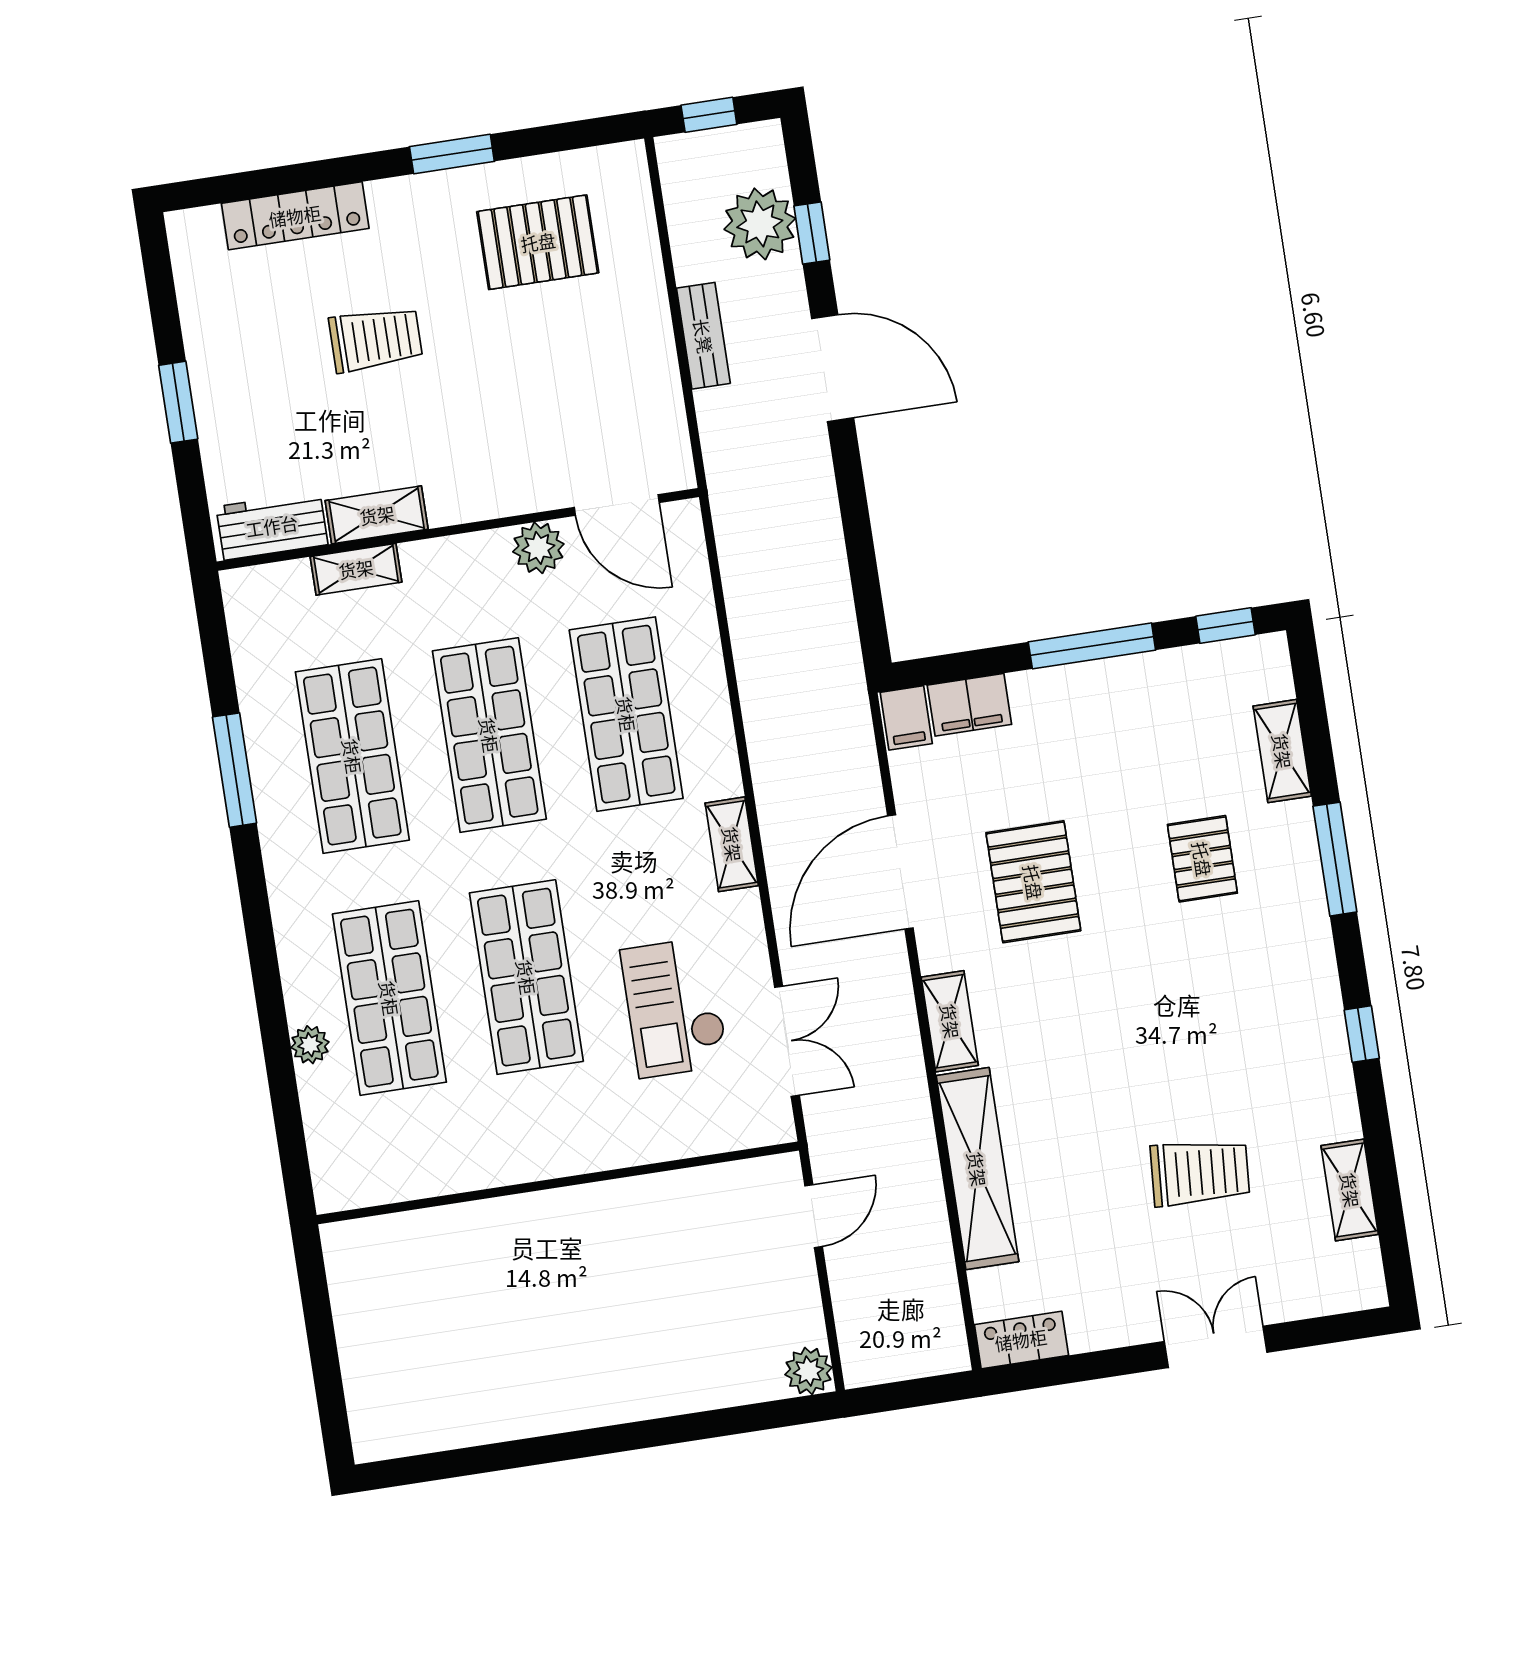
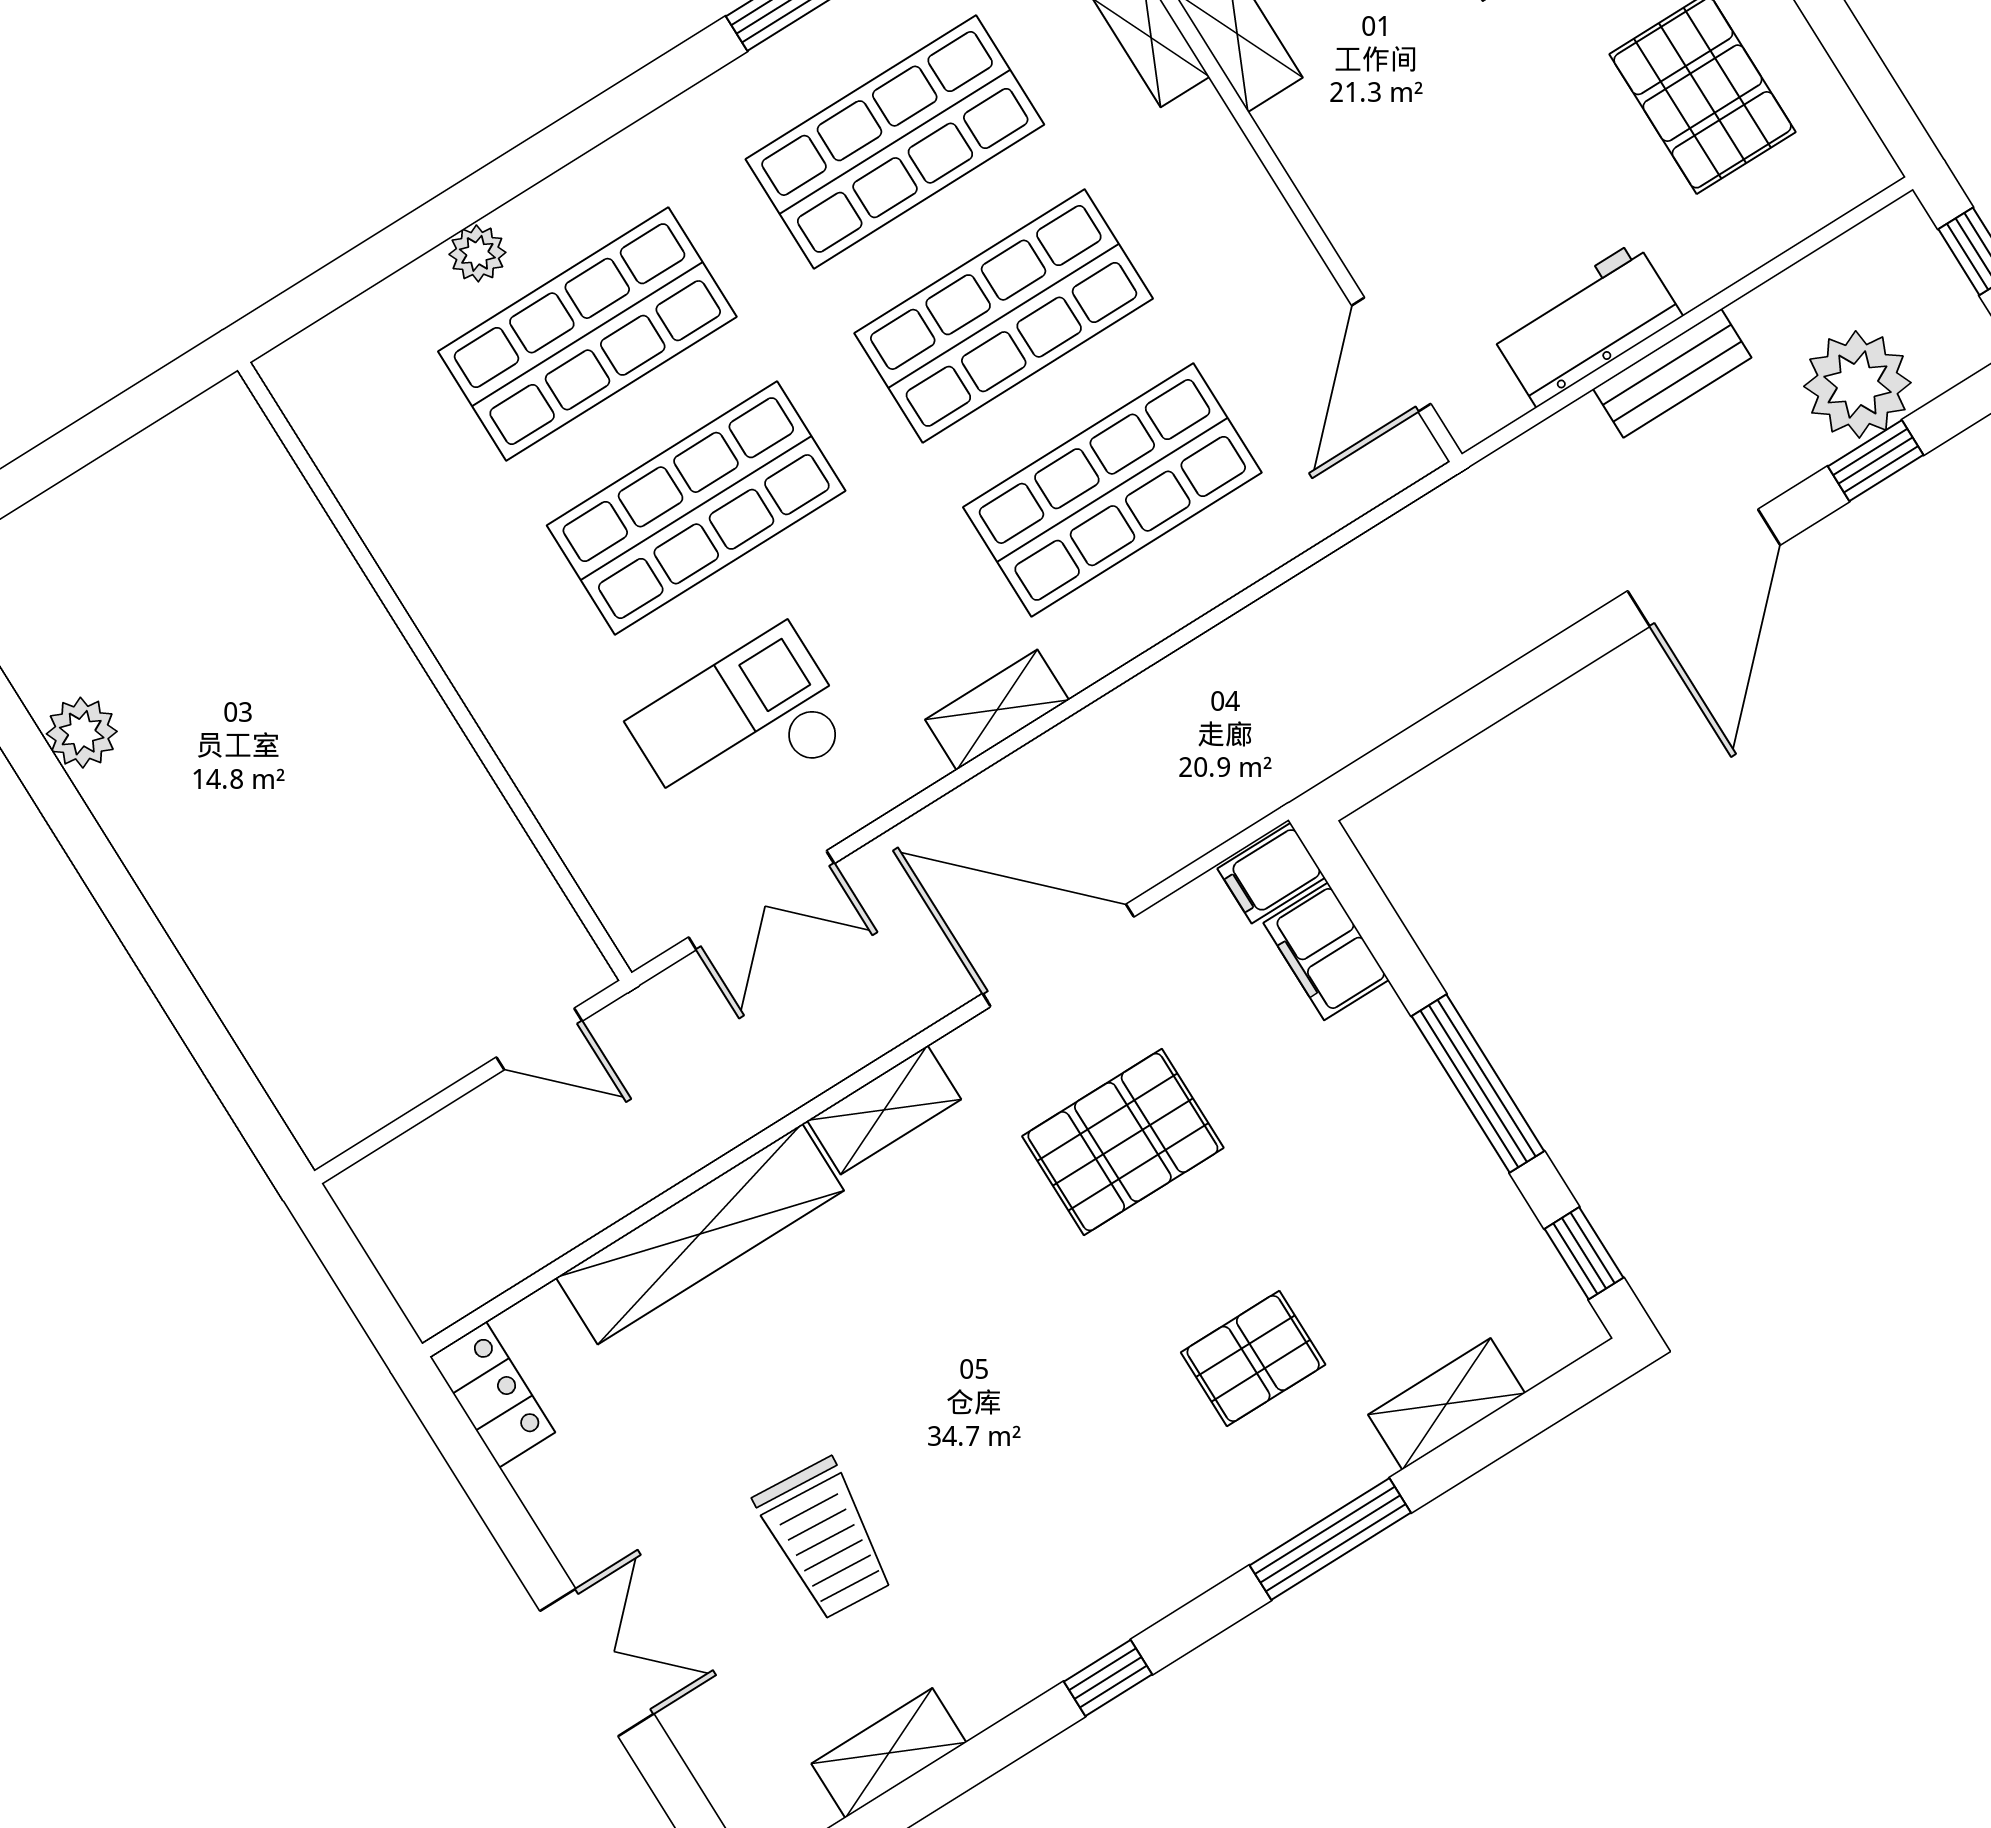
workbench: (650, 376) -> (1586, 324), added
plant: (538, 548) -> (1287, 273), removed
plant: (809, 1371) -> (82, 733), moved

